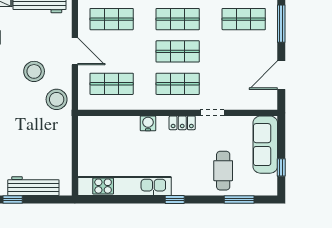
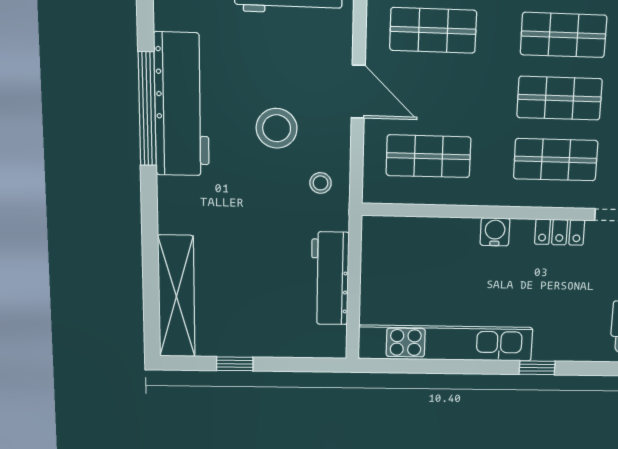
stool: (57, 99) -> (321, 183), width x0.53, depth x0.53
workbench: (33, 186) -> (330, 278), moved, turned -90

